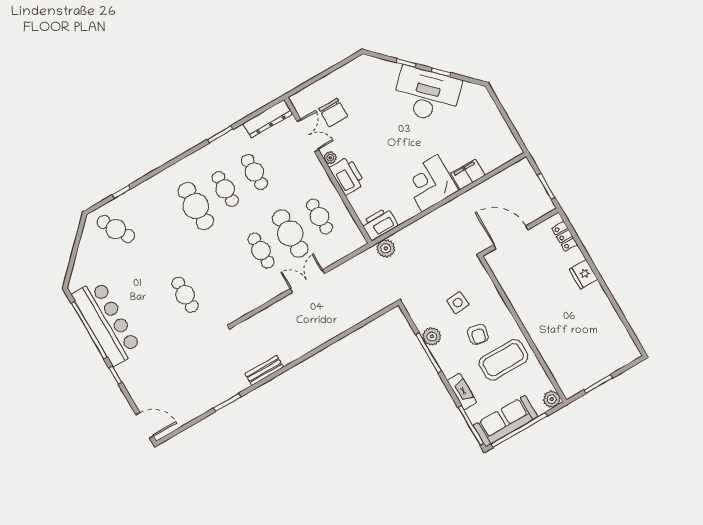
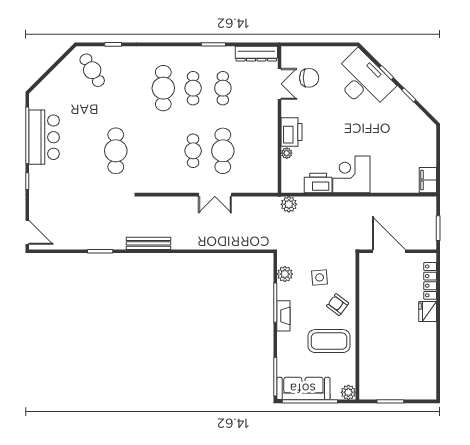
desk: (427, 95) -> (363, 81), moved
chair: (333, 113) -> (309, 78), turned -90
plant: (330, 158) -> (287, 153), moved
filing cabinet: (468, 174) -> (428, 180), moved, turned -90
cafe table: (320, 216) -> (253, 151), removed
printer: (379, 224) -> (318, 183), moved
locker: (565, 236) -> (430, 281), width x1.53
double door: (307, 281) -> (215, 195), swing flipped
cafe table: (185, 295) -> (116, 151), width x1.37, depth x1.35
bar counter: (107, 322) -> (44, 137), width x0.73
armchair: (478, 334) -> (338, 305), moved, turned 115
plant: (432, 336) -> (285, 274), moved
bench: (264, 370) -> (148, 243), width x1.36
fireplace: (462, 391) -> (283, 316), moved

